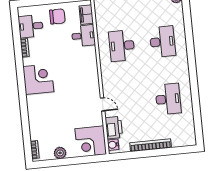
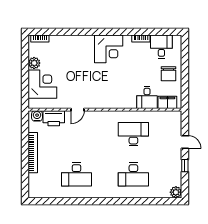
corner desk: (91, 141) -> (42, 84), moved, turned 90

